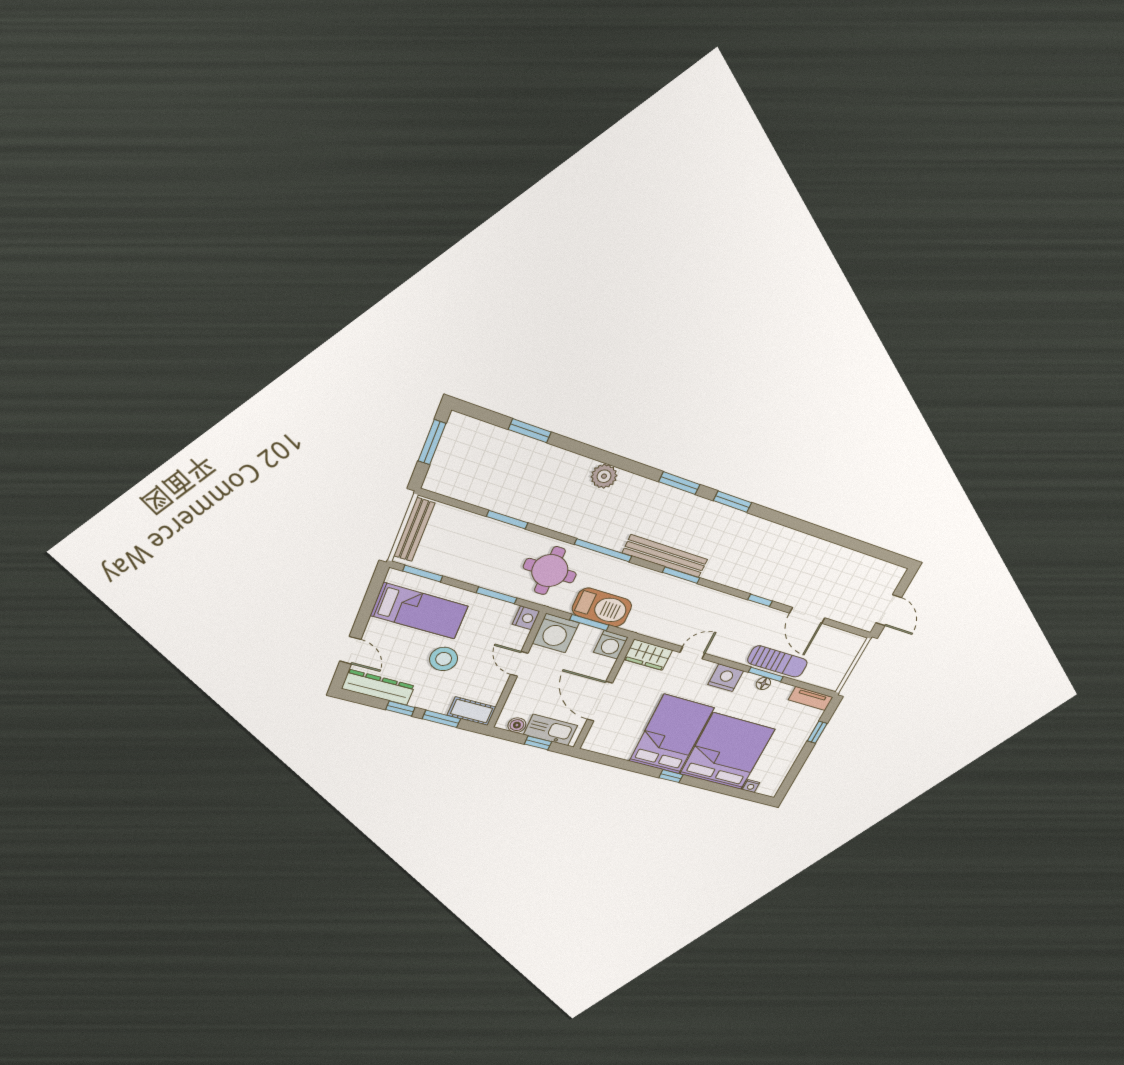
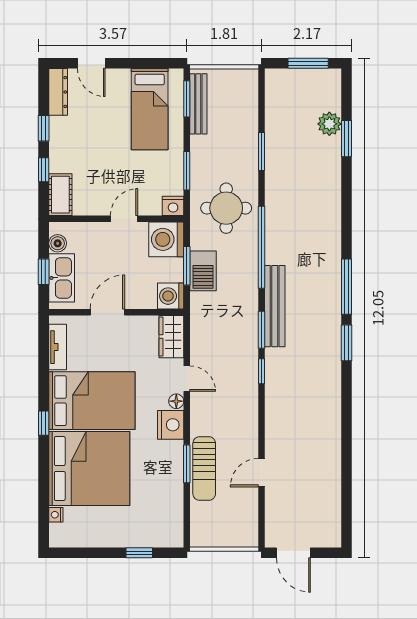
plant: (604, 476) -> (329, 124), moved
window: (679, 483) -> (346, 287), width x1.44
bench: (414, 530) -> (198, 104), moved, turned 90
window: (603, 550) -> (261, 247), width x1.46
window: (760, 600) -> (261, 371), moved
barbecue: (602, 607) -> (203, 271), width x0.73, depth x0.83
door: (889, 610) -> (293, 553), hinge flipped
door: (807, 615) -> (261, 473), width x0.73
door: (350, 650) -> (91, 63), hinge flipped
stool: (444, 659) -> (108, 148), removed
floor lamp: (763, 684) -> (176, 401), moved
dresser: (378, 687) -> (58, 92), width x0.73, depth x0.80
tv unit: (811, 698) -> (58, 347), moved, turned 180
door: (600, 701) -> (107, 312), width x0.73
window: (441, 719) -> (44, 170), width x0.67

